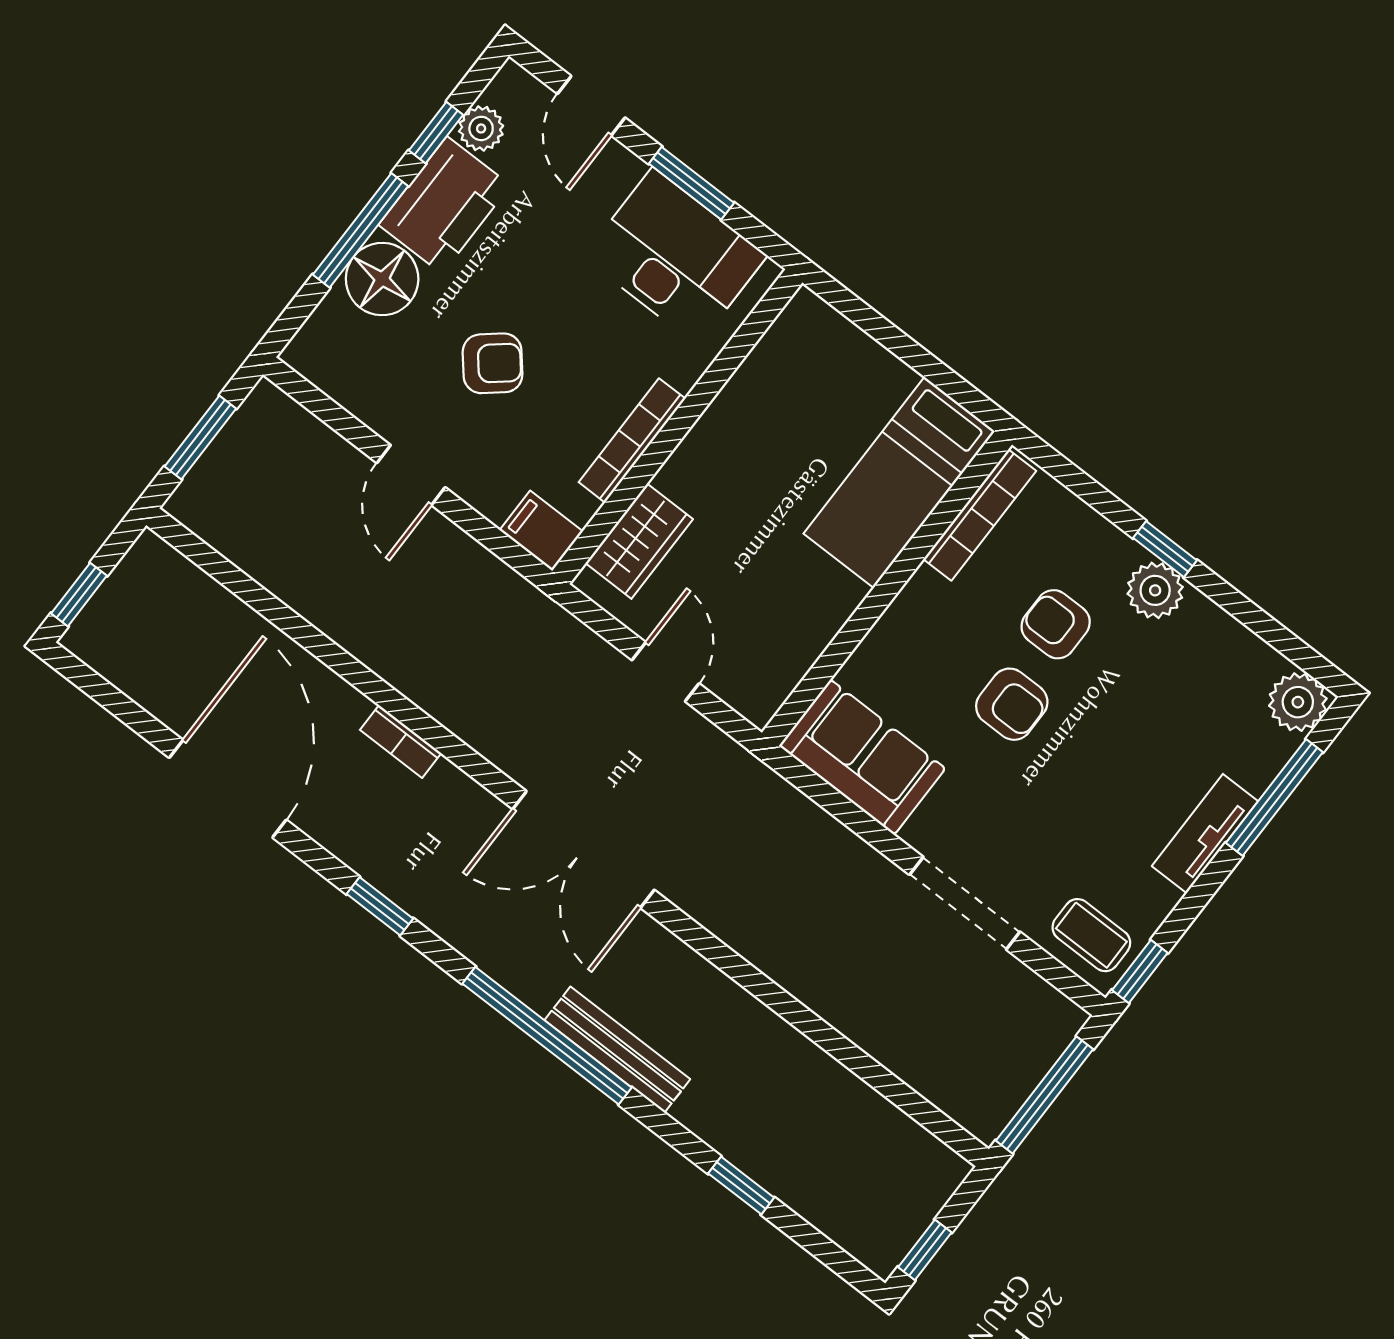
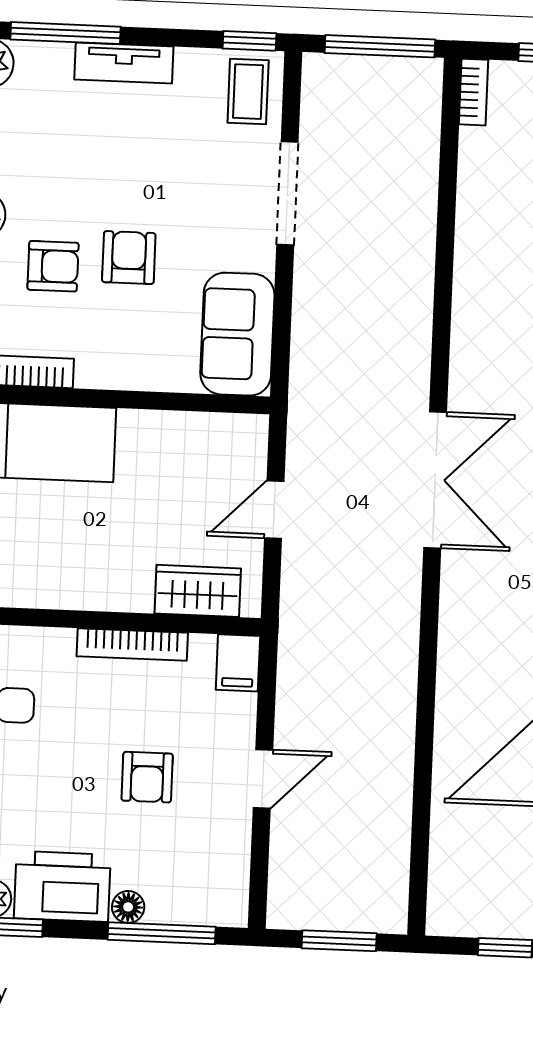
window: (361, 230) -> (162, 933), moved
floor lamp: (382, 279) -> (128, 907), width x0.53, depth x0.53
armchair: (492, 363) -> (147, 777), turned -140
armchair: (1056, 624) -> (53, 266), turned -90
bookcase: (401, 741) -> (474, 92), moved

